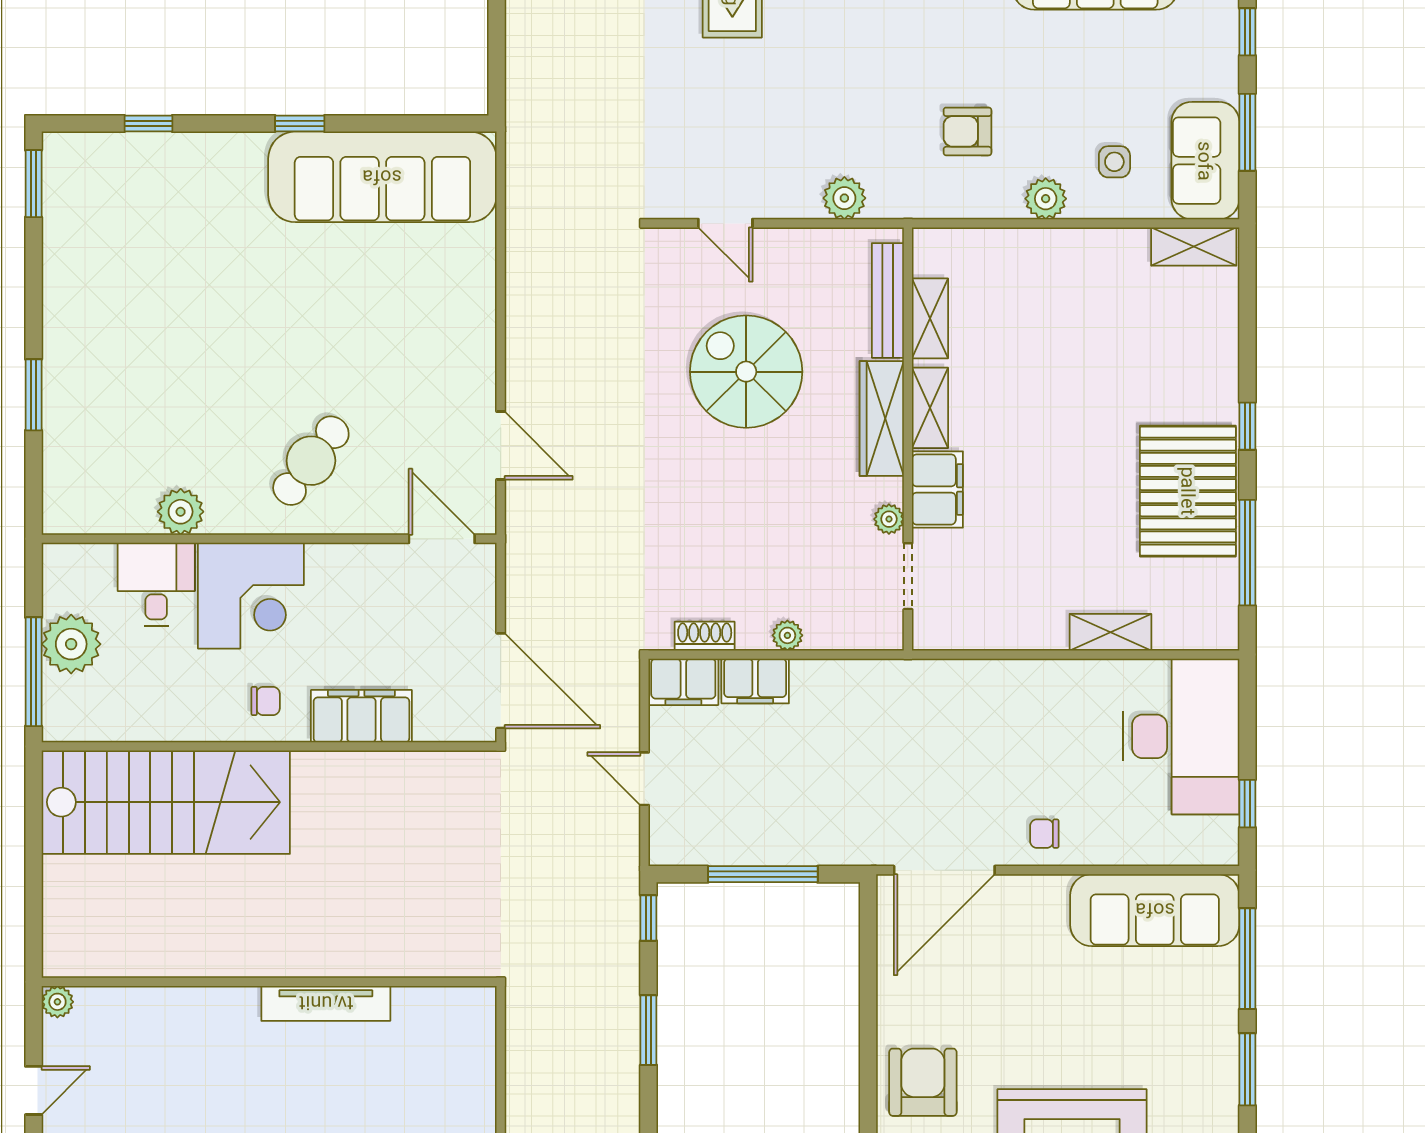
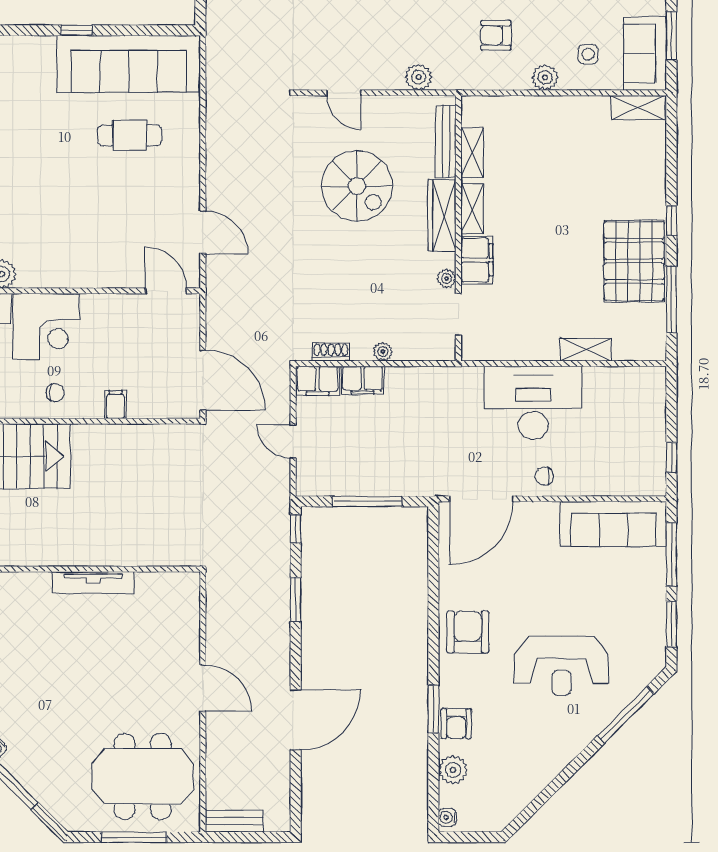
spiral stairs: (746, 372) -> (357, 186), turned 180
cafe table: (311, 461) -> (130, 135), moved, turned 53
filing cabinet: (361, 716) -> (115, 405), width x0.33, depth x0.86
desk: (1181, 736) -> (533, 403), moved, turned -90

